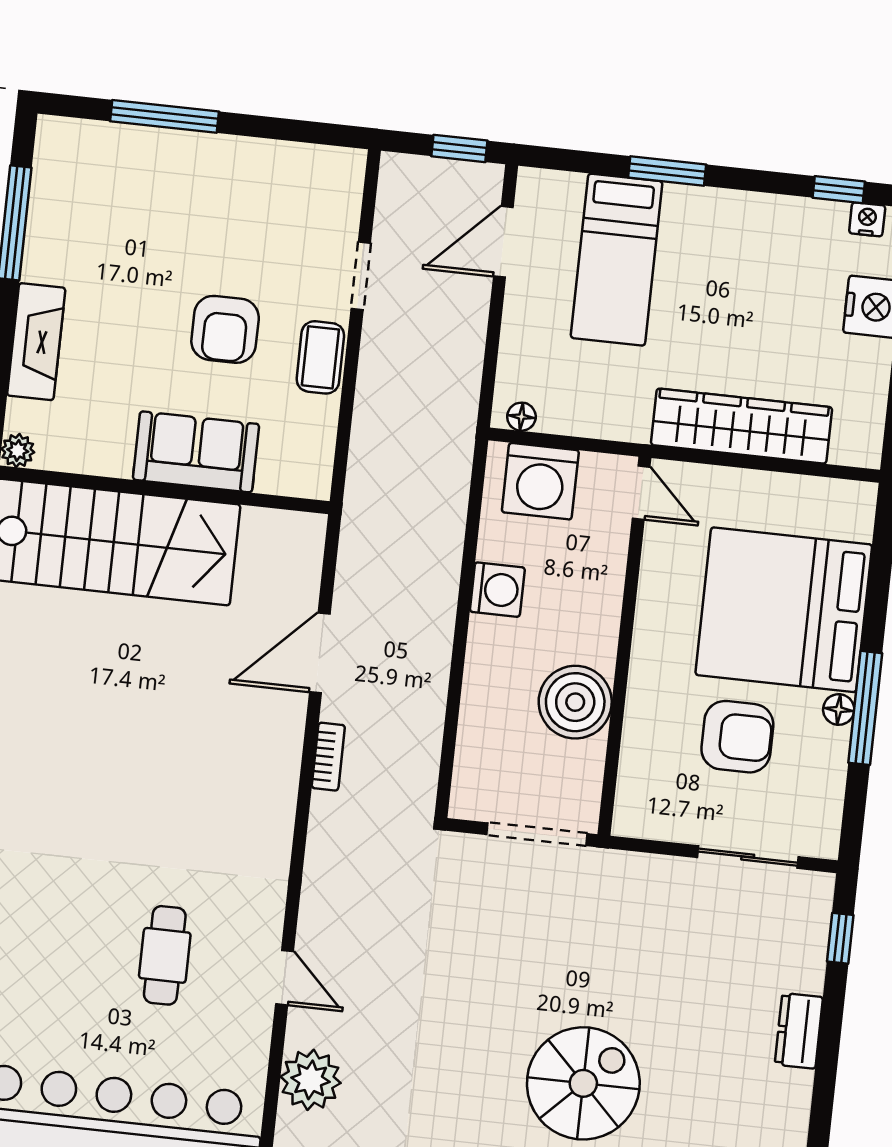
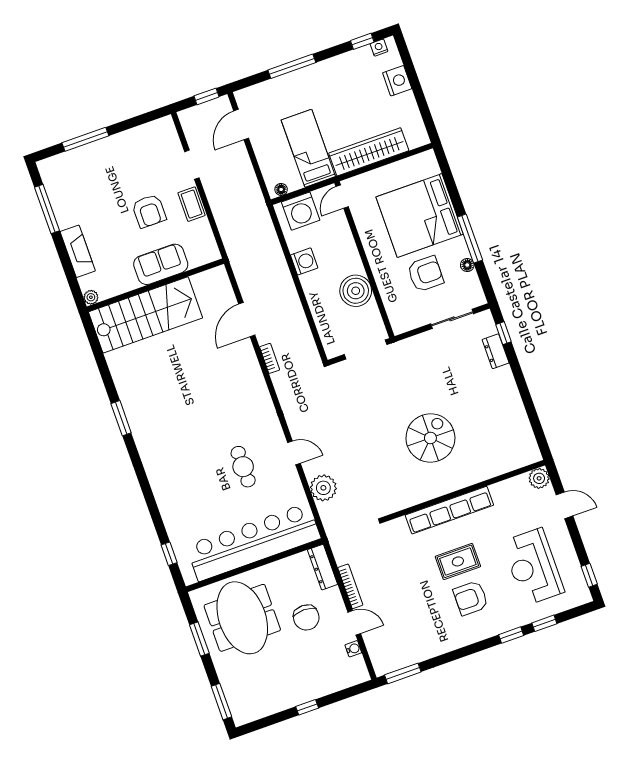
window: (667, 171) -> (292, 66), width x1.44
bed: (617, 260) -> (308, 148), moved, turned 180
door: (641, 493) -> (342, 197), swing flipped
floor lamp: (839, 710) -> (467, 265), moved
dresser: (799, 1031) -> (496, 351), moved

